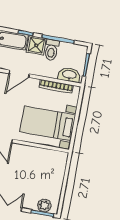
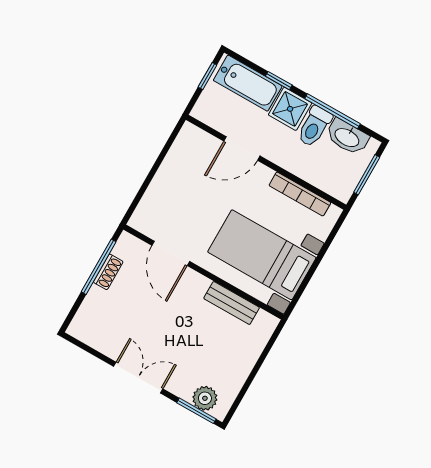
washbasin: (69, 75) -> (347, 137), moved, turned 180
bench: (41, 153) -> (232, 303), added

